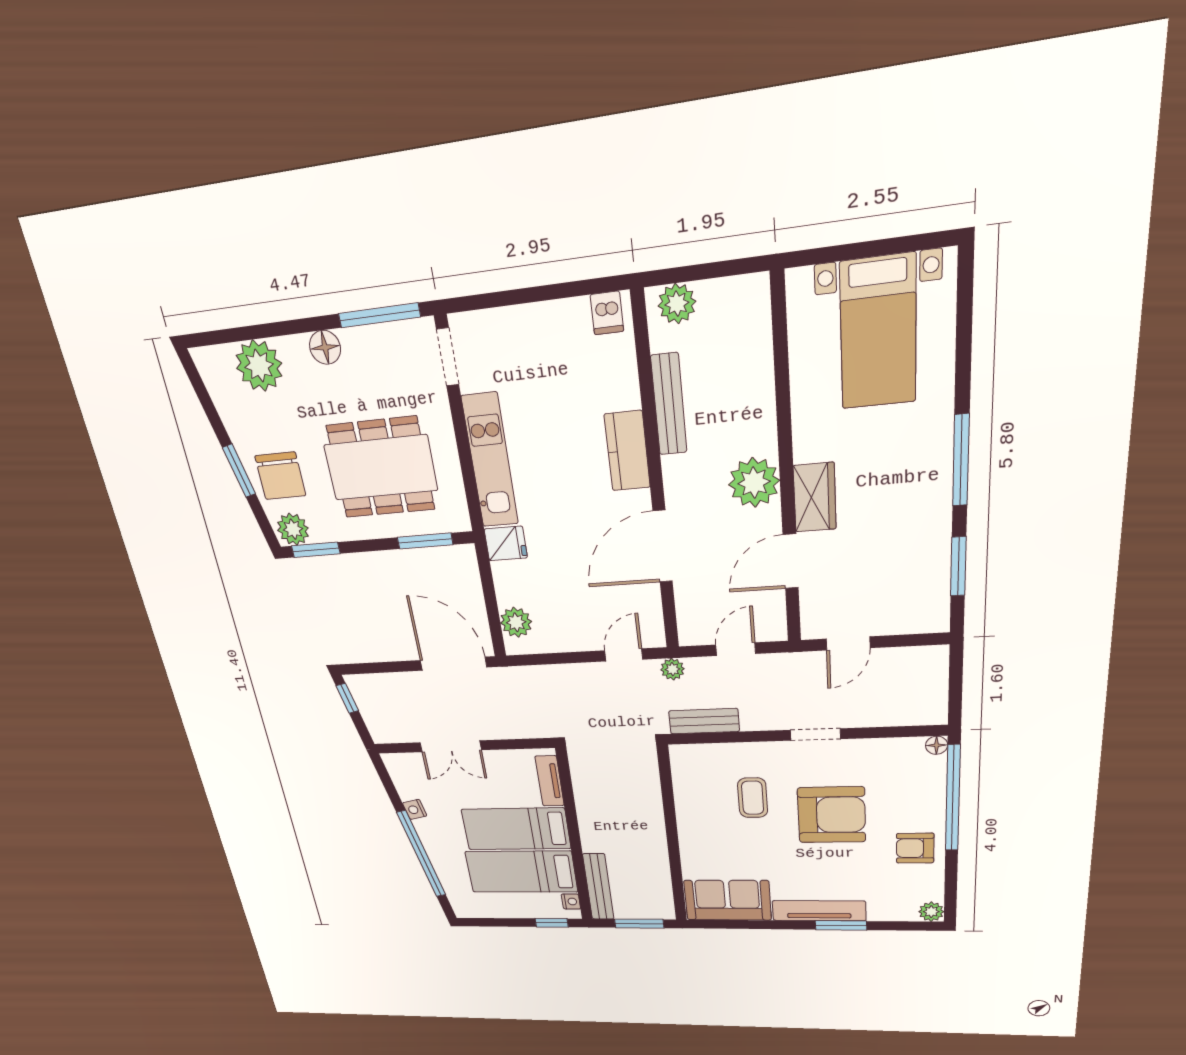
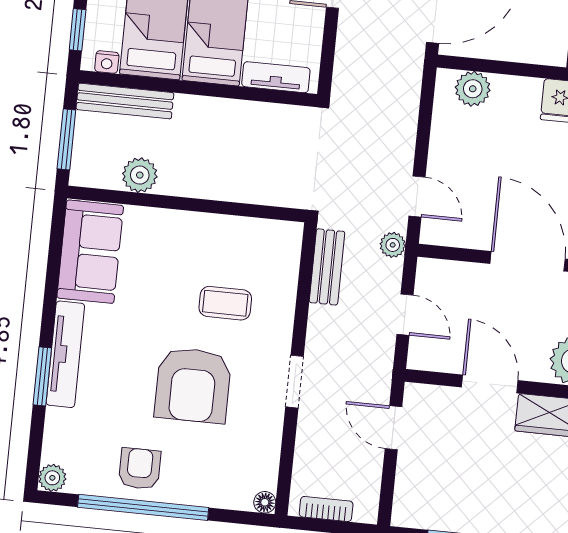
bookcase: (938, 692) -> (326, 509), added
window: (953, 798) -> (143, 507), moved
plant: (656, 871) -> (140, 175), added

